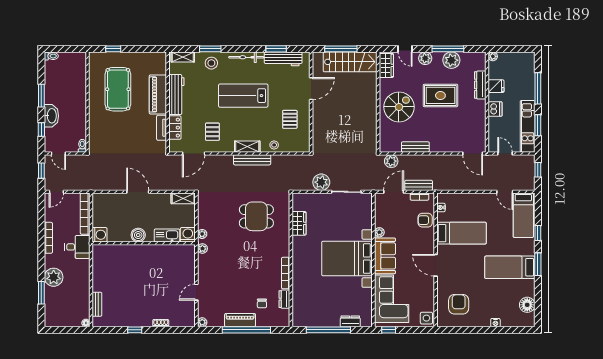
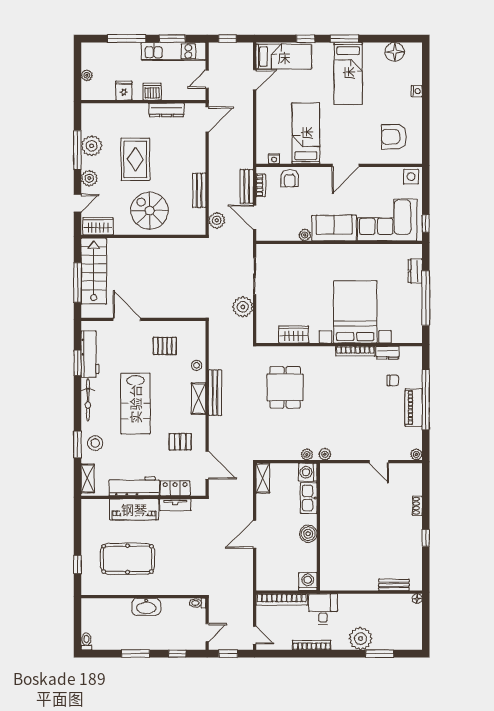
plant: (493, 56) -> (87, 75), moved
dresser: (480, 85) -> (166, 110), moved
washbasin: (51, 116) -> (146, 607), moved, turned 180
bed with nightstands: (347, 259) -> (355, 312), moved, turned 180

